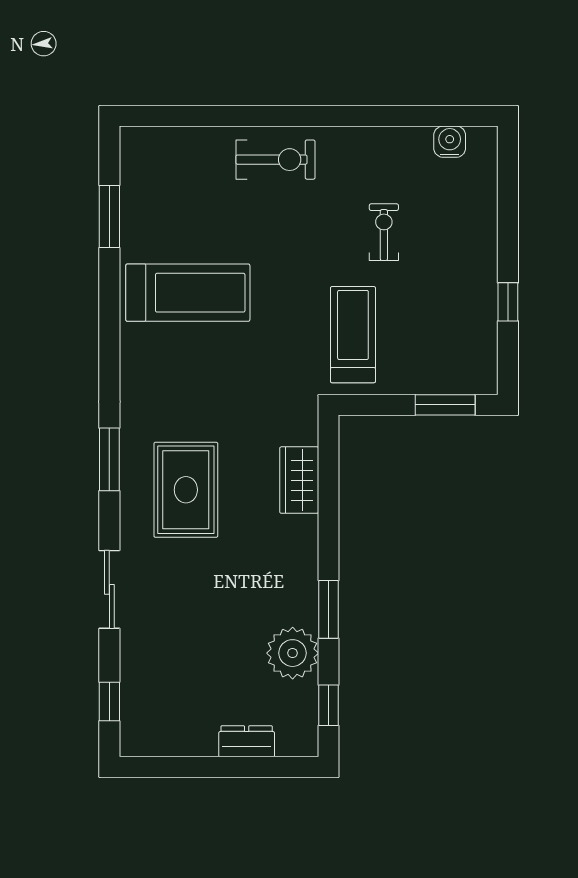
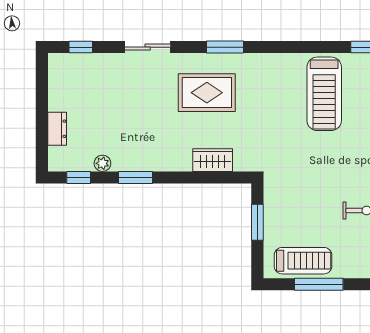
window: (508, 302) -> (319, 284), width x2.17
treadmill: (353, 335) -> (303, 261), moved
window: (445, 405) -> (257, 222), moved
plant: (293, 653) -> (102, 163), width x0.53, depth x0.53

